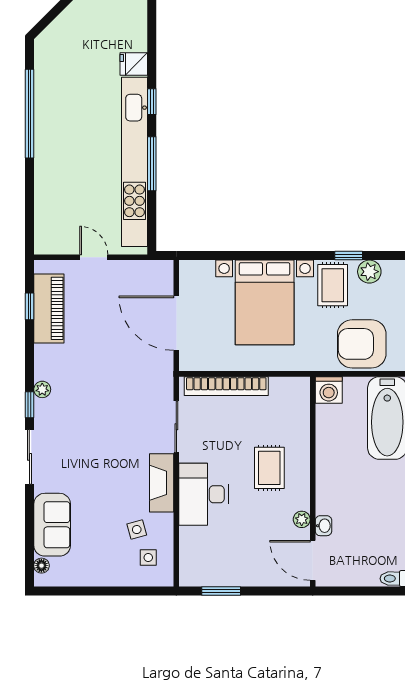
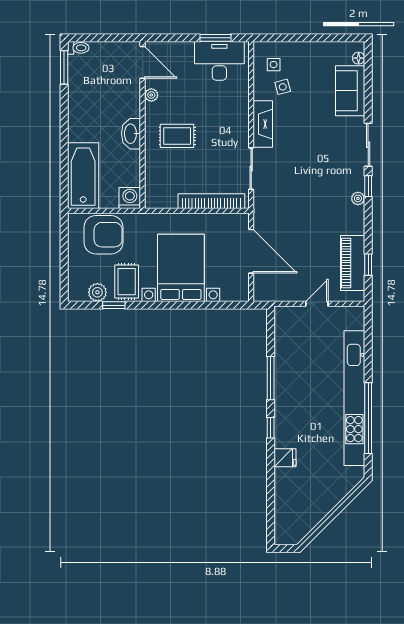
kitchen unit: (134, 162) -> (354, 398), moved, turned 180
door: (94, 257) -> (317, 304), swing flipped
rug: (269, 468) -> (177, 136), turned 90
desk: (204, 494) -> (219, 61), moved, turned -90
washbasin: (323, 526) -> (131, 134), moved, width x1.91, depth x1.45

